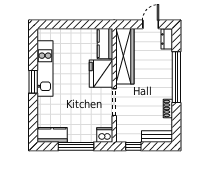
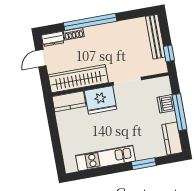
door: (151, 24) -> (41, 58), hinge flipped
window: (33, 82) -> (144, 164), moved
shoe rack: (168, 108) -> (74, 34), moved
dishwasher: (105, 135) -> (166, 104), moved
bench: (157, 136) -> (155, 37), width x1.36

